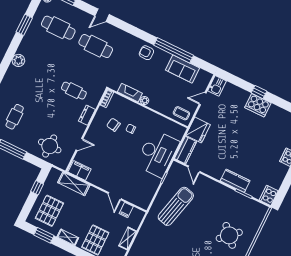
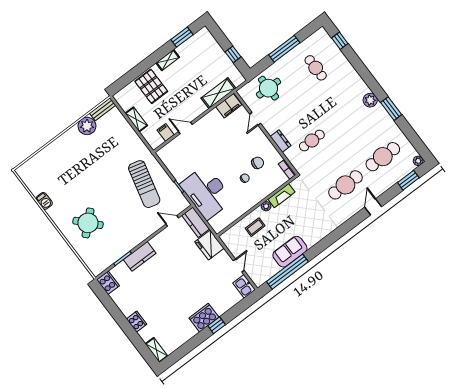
window: (24, 25) -> (391, 109), moved
window: (174, 50) -> (287, 272), moved
armchair: (146, 53) -> (313, 232), removed
sofa: (183, 69) -> (290, 252), moved
coffee table: (181, 113) -> (255, 227), moved
pallet: (49, 211) -> (204, 55), removed

